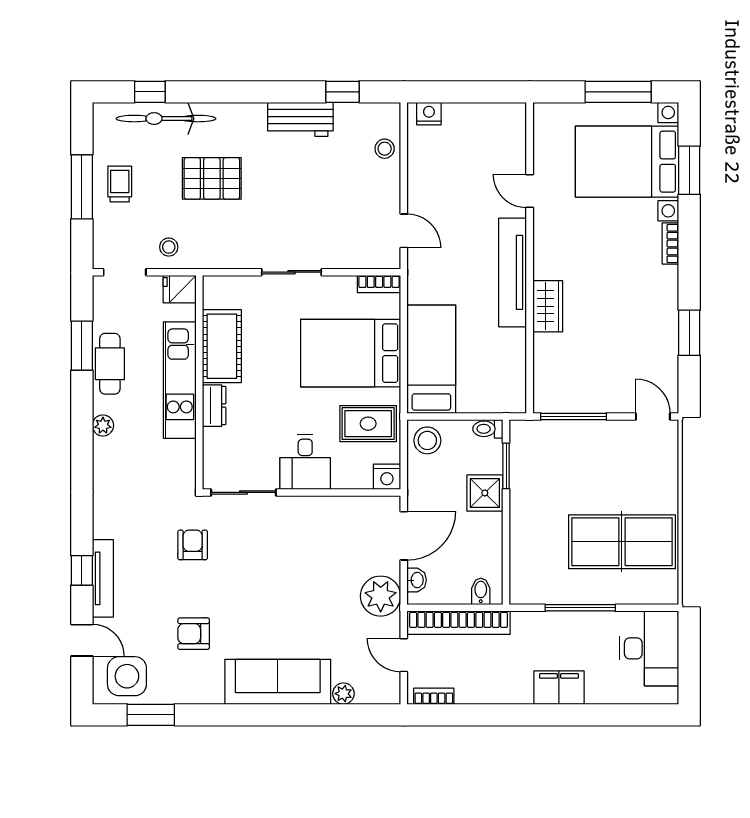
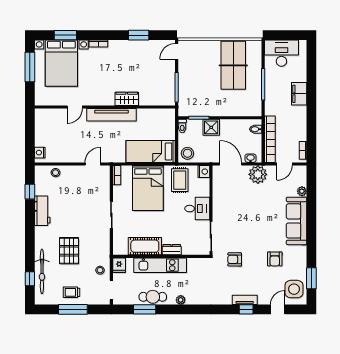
tv unit: (103, 578) -> (245, 300), width x0.71

